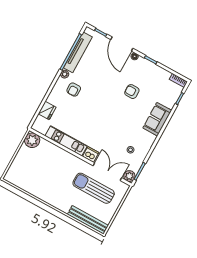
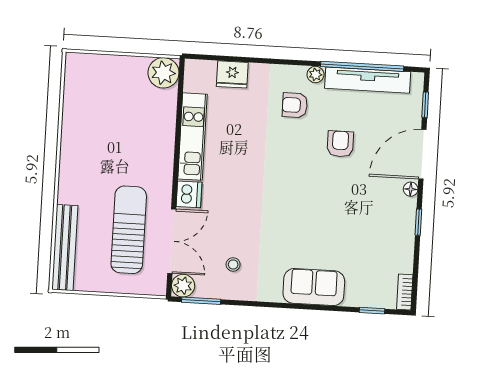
armchair: (132, 92) -> (340, 144), moved

